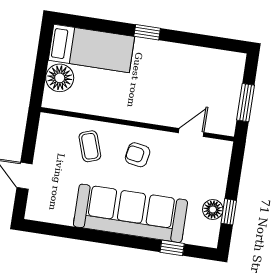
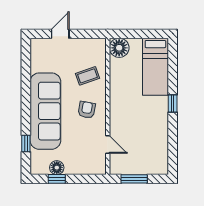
floor lamp: (60, 78) -> (119, 48), moved

